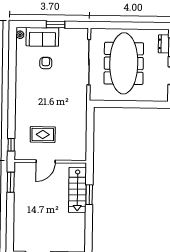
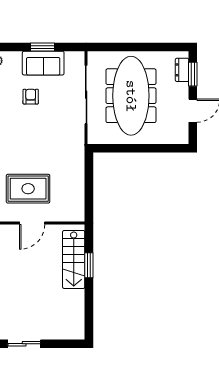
sofa: (42, 37) -> (43, 63), moved
rug: (43, 134) -> (28, 189), width x1.36, depth x1.43

